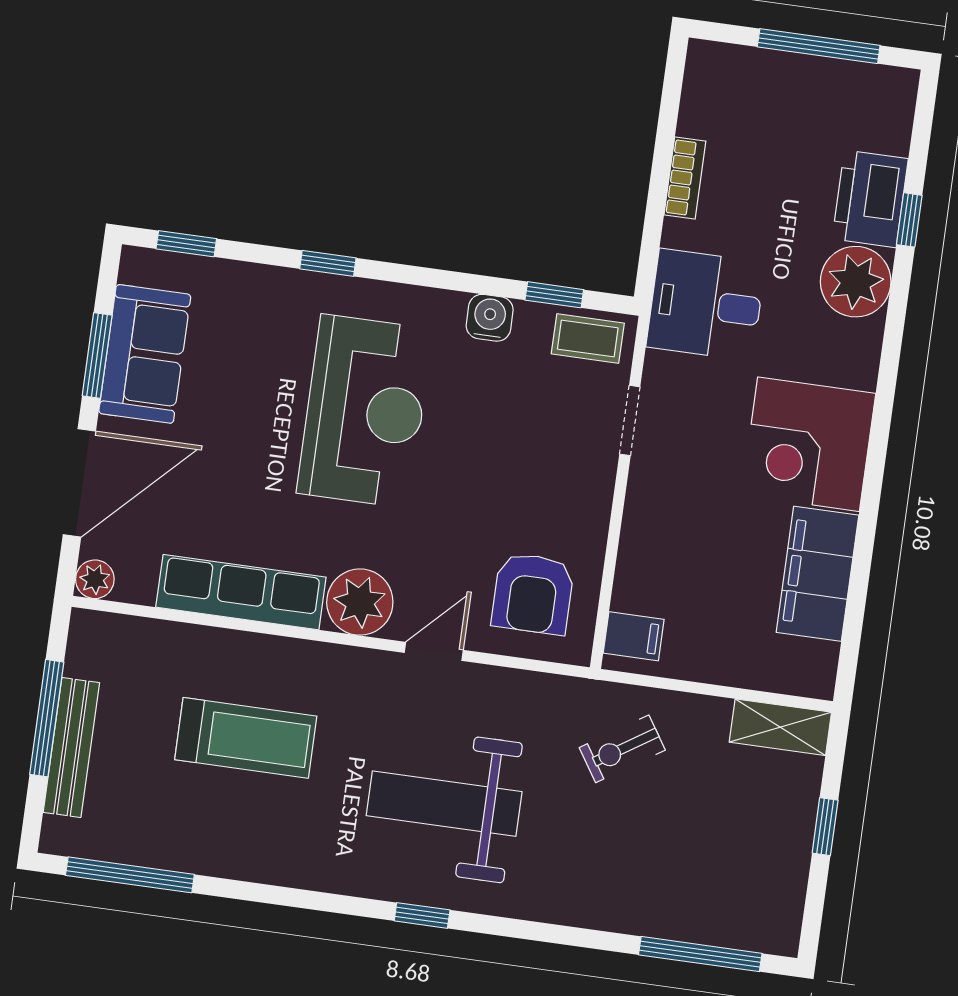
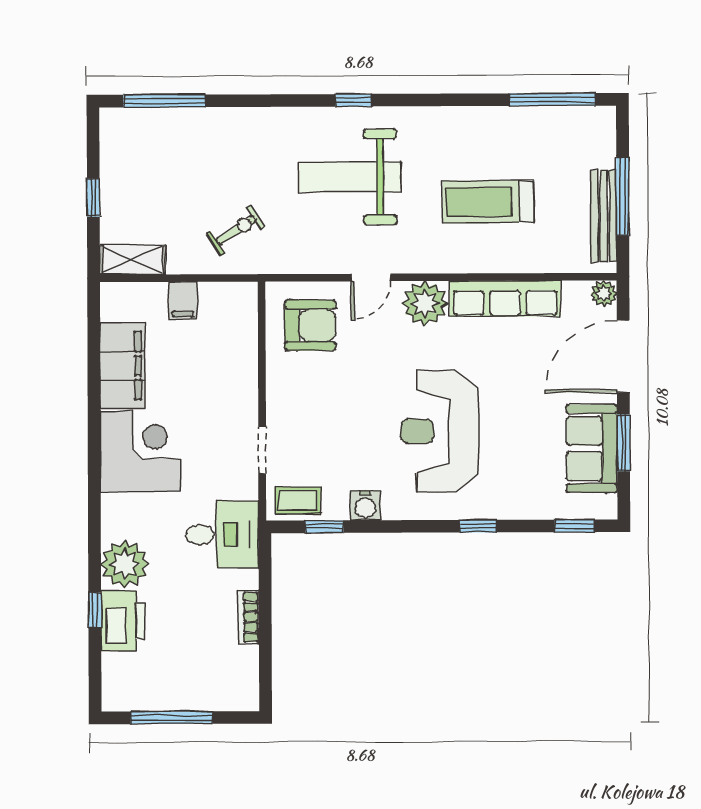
armchair: (533, 594) -> (310, 325), turned 90
filing cabinet: (634, 636) -> (183, 301), moved, turned -90
bench: (71, 747) -> (604, 216), moved
weight bench: (444, 804) -> (350, 177), turned 180

